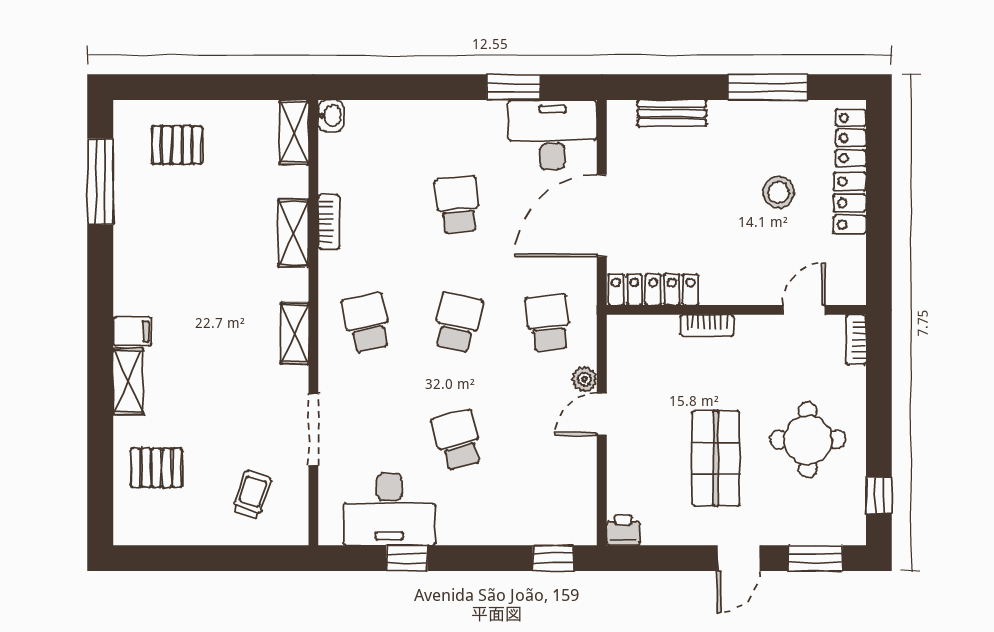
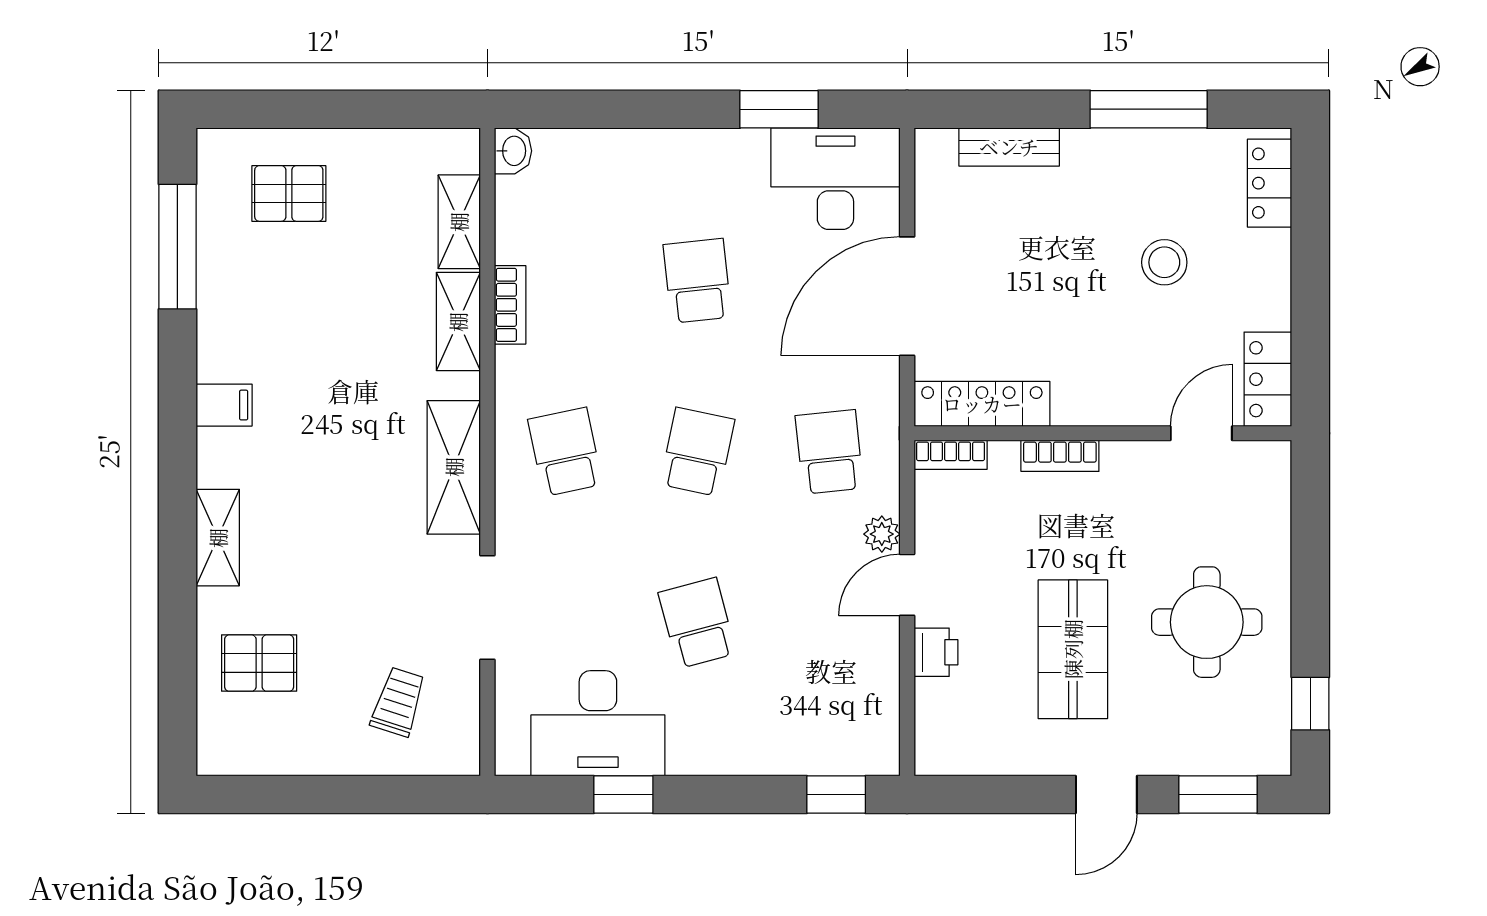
shelving: (294, 132) -> (459, 222), moved
locker: (850, 203) -> (1268, 379), moved
filing cabinet: (132, 331) -> (224, 405), moved
shelving: (295, 333) -> (454, 467), width x1.50, depth x1.33
bookcase: (856, 340) -> (951, 455), moved, turned -90
printer: (623, 530) -> (936, 652), moved, turned 90

